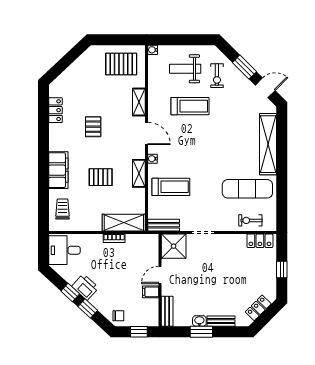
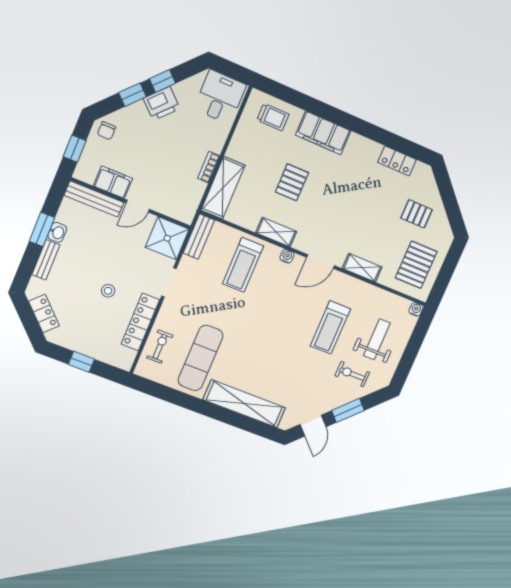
pallet: (93, 127) -> (417, 214), moved
locker: (260, 241) -> (140, 322), moved, width x1.53
stool: (226, 271) -> (108, 291), added
door: (160, 275) -> (138, 206), swing flipped
filing cabinet: (151, 292) -> (113, 182), width x2.00
bench: (167, 311) -> (94, 199), width x1.36

